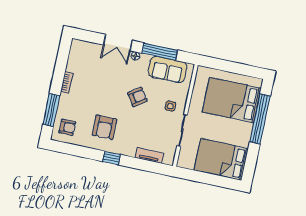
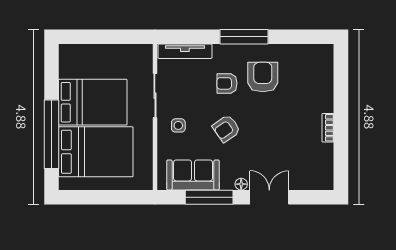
window: (51, 110) -> (341, 85), removed
armchair: (67, 127) -> (227, 83), moved
tv unit: (149, 156) -> (185, 51), width x1.41
window: (111, 158) -> (244, 37), width x2.17
bed: (221, 160) -> (93, 102), moved

